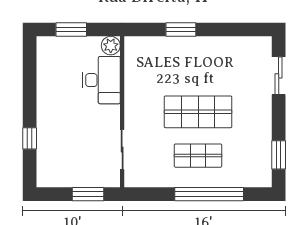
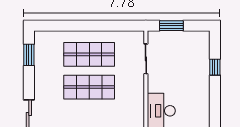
shop shelf: (198, 156) -> (89, 54), width x1.43, depth x1.36
window: (209, 194) -> (81, 26), removed

